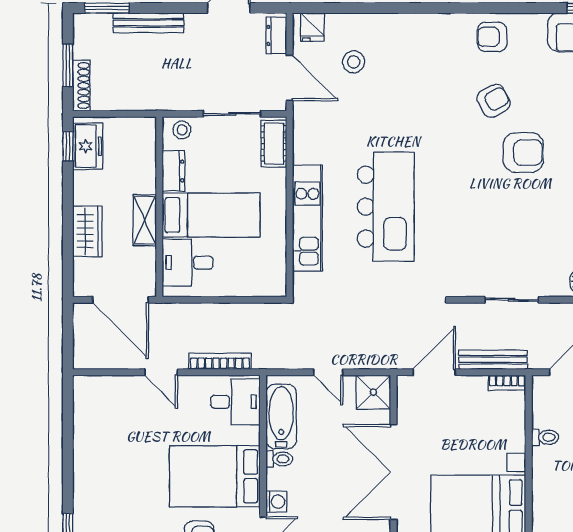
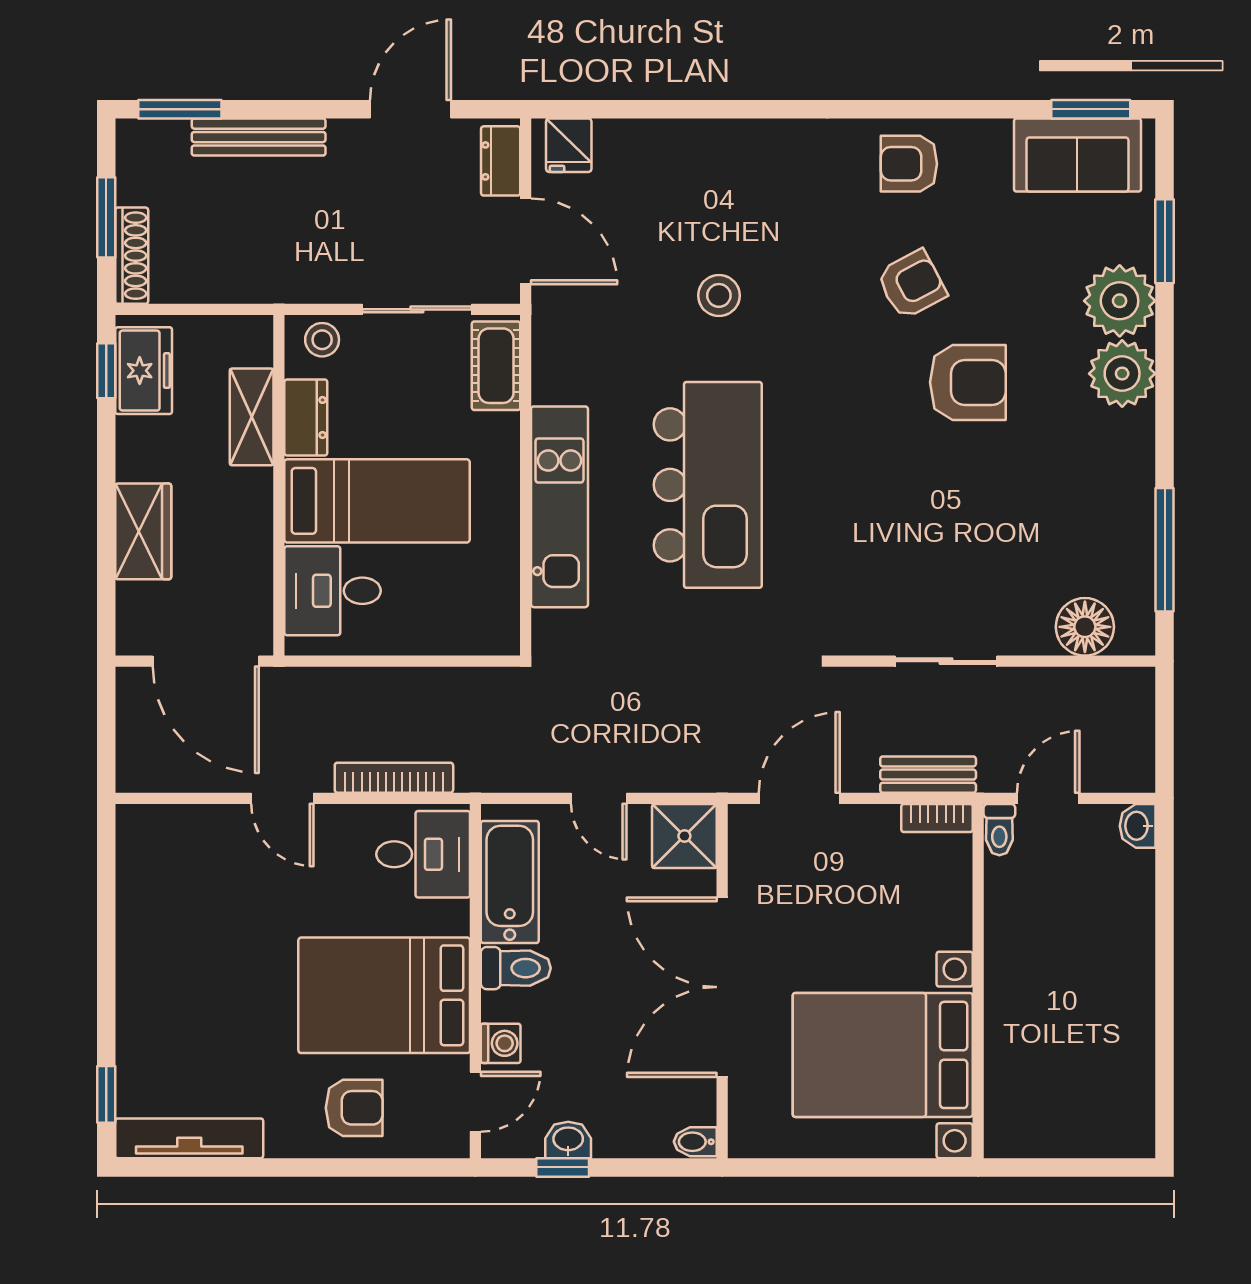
stool: (354, 62) -> (719, 295), moved
shelving: (145, 220) -> (252, 417), moved
bench: (493, 360) -> (928, 775), width x0.73
toilet: (545, 437) -> (999, 830), moved, turned 90
toilet: (279, 459) -> (516, 968), width x1.37, depth x1.39

